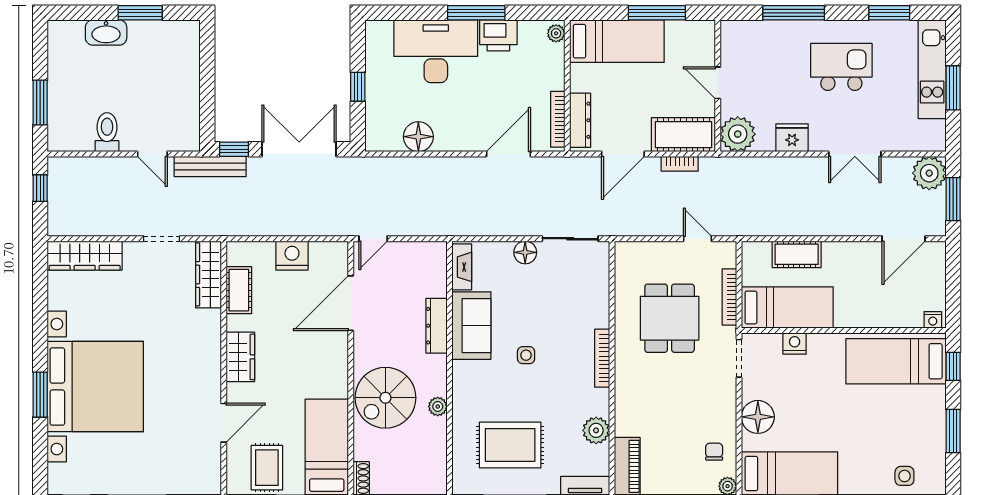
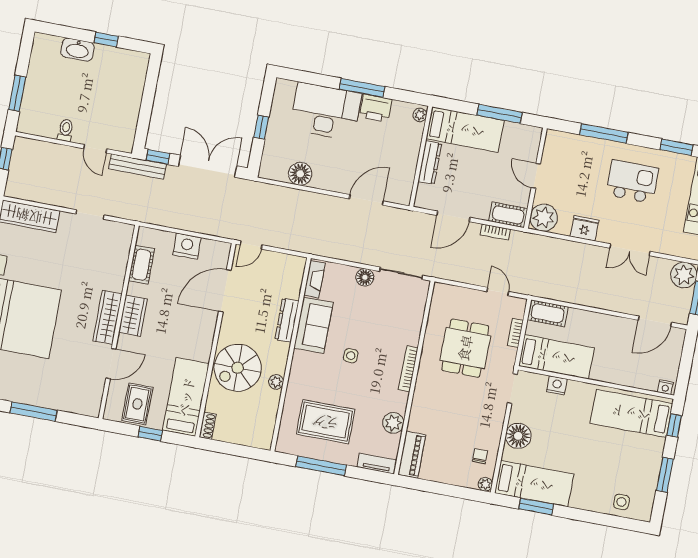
window: (140, 13) -> (106, 39), width x0.67
bookcase: (558, 119) -> (409, 181), removed
dresser: (580, 120) -> (430, 163), moved
toilet: (107, 132) -> (66, 130), width x0.73, depth x0.72
cot: (683, 135) -> (508, 215), width x0.73, depth x0.75
cot: (797, 254) -> (548, 313), moved
wardrobe: (208, 274) -> (108, 317), moved
bookcase: (729, 297) -> (515, 333), width x0.64

